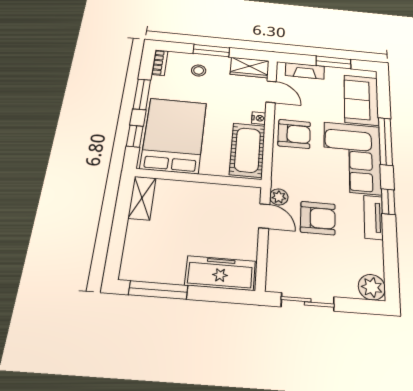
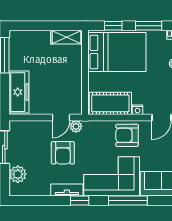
armchair: (294, 134) -> (127, 135), turned 90
plant: (372, 287) -> (18, 174), moved

